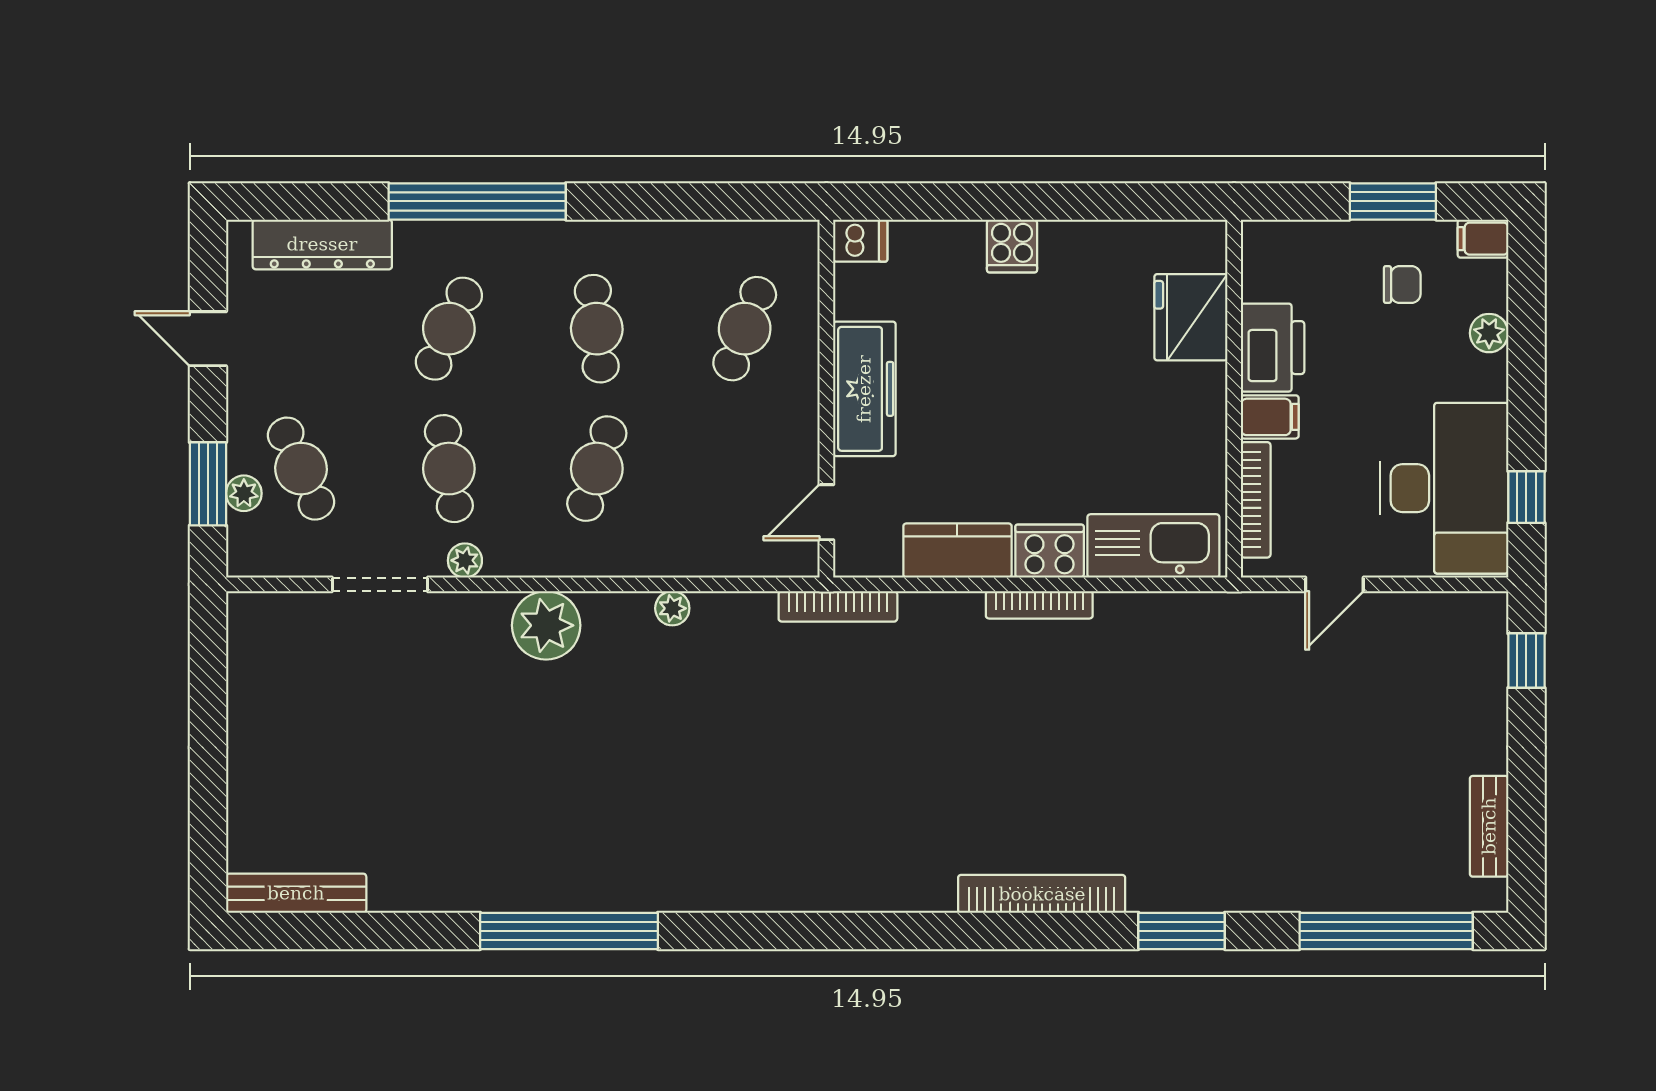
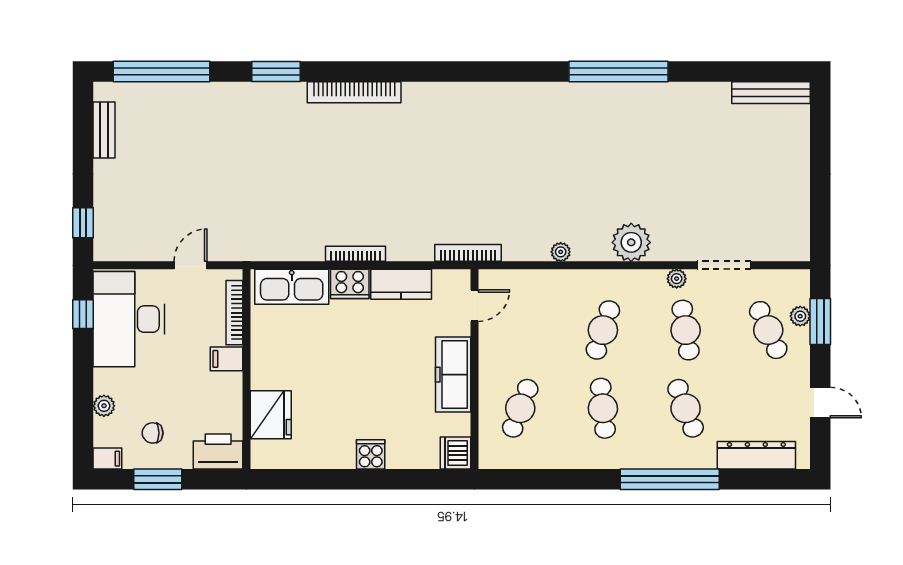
dishwasher: (860, 241) -> (456, 453), width x1.38
cafe table: (449, 329) -> (686, 408), turned -45
printer: (1273, 348) -> (218, 452), moved, turned 90

